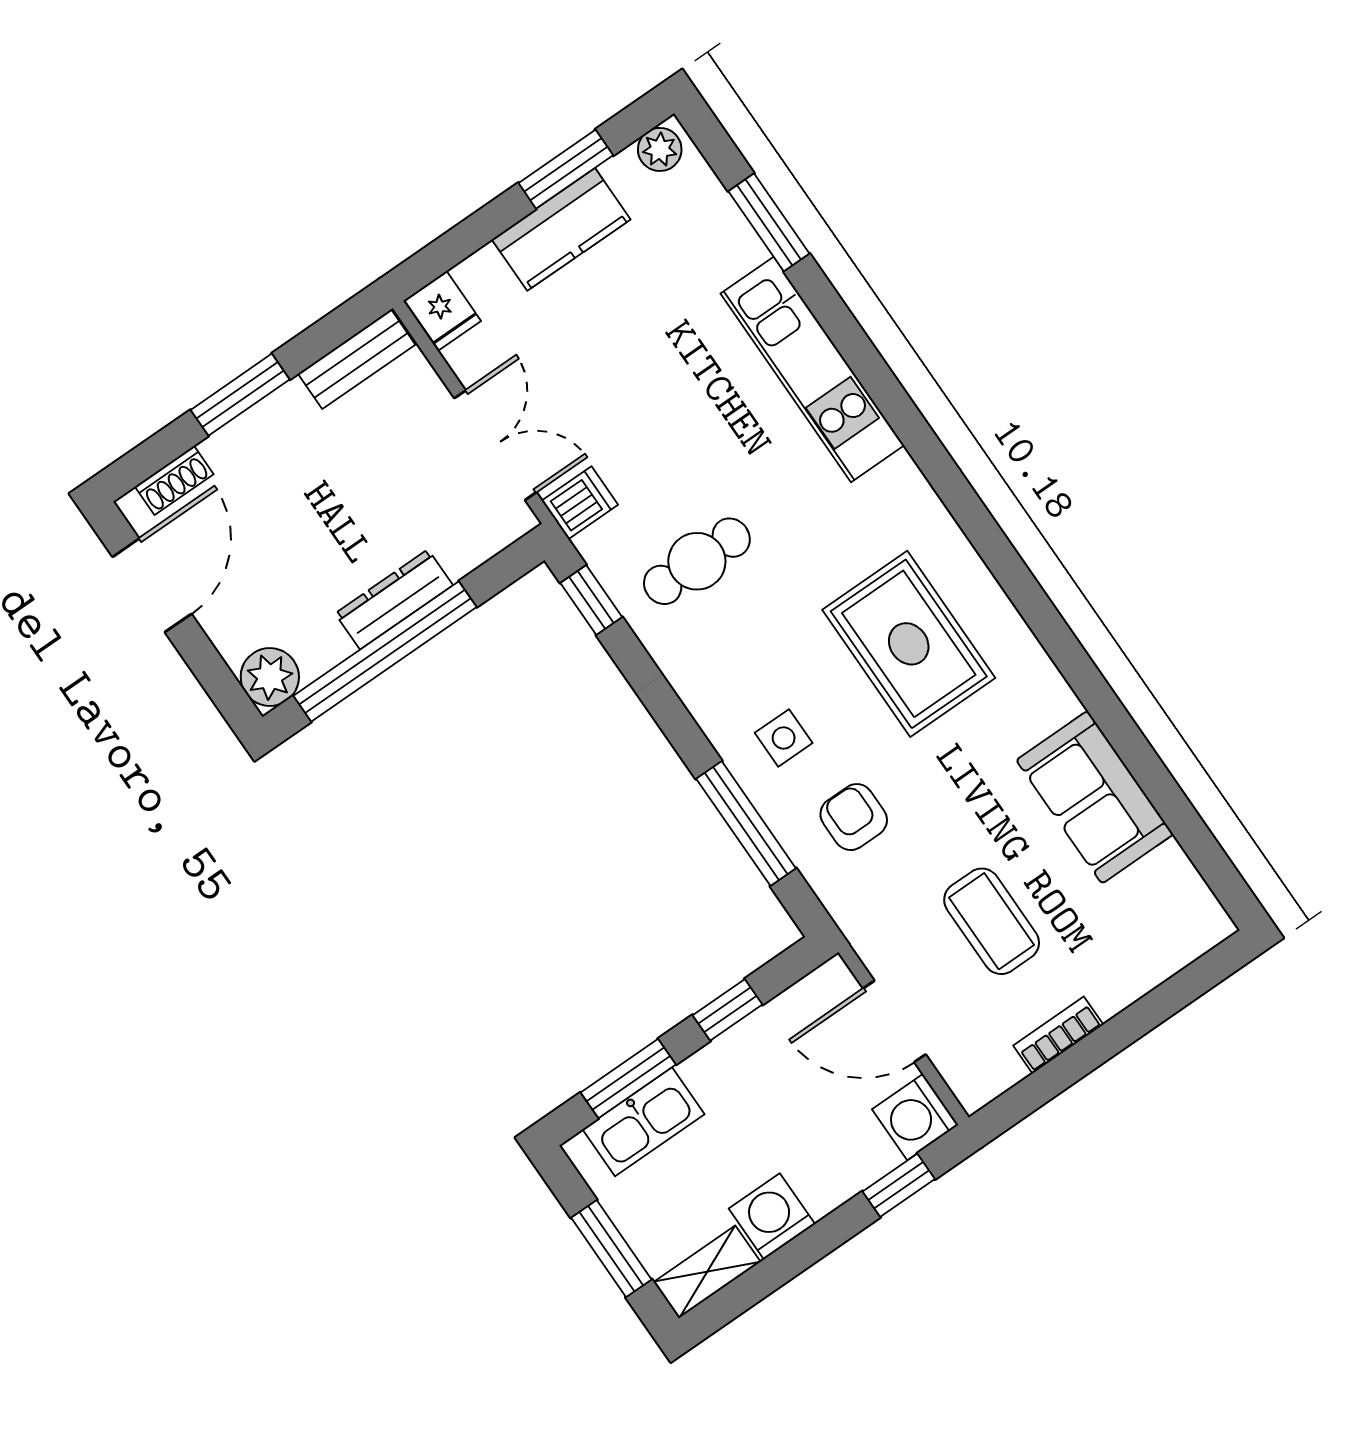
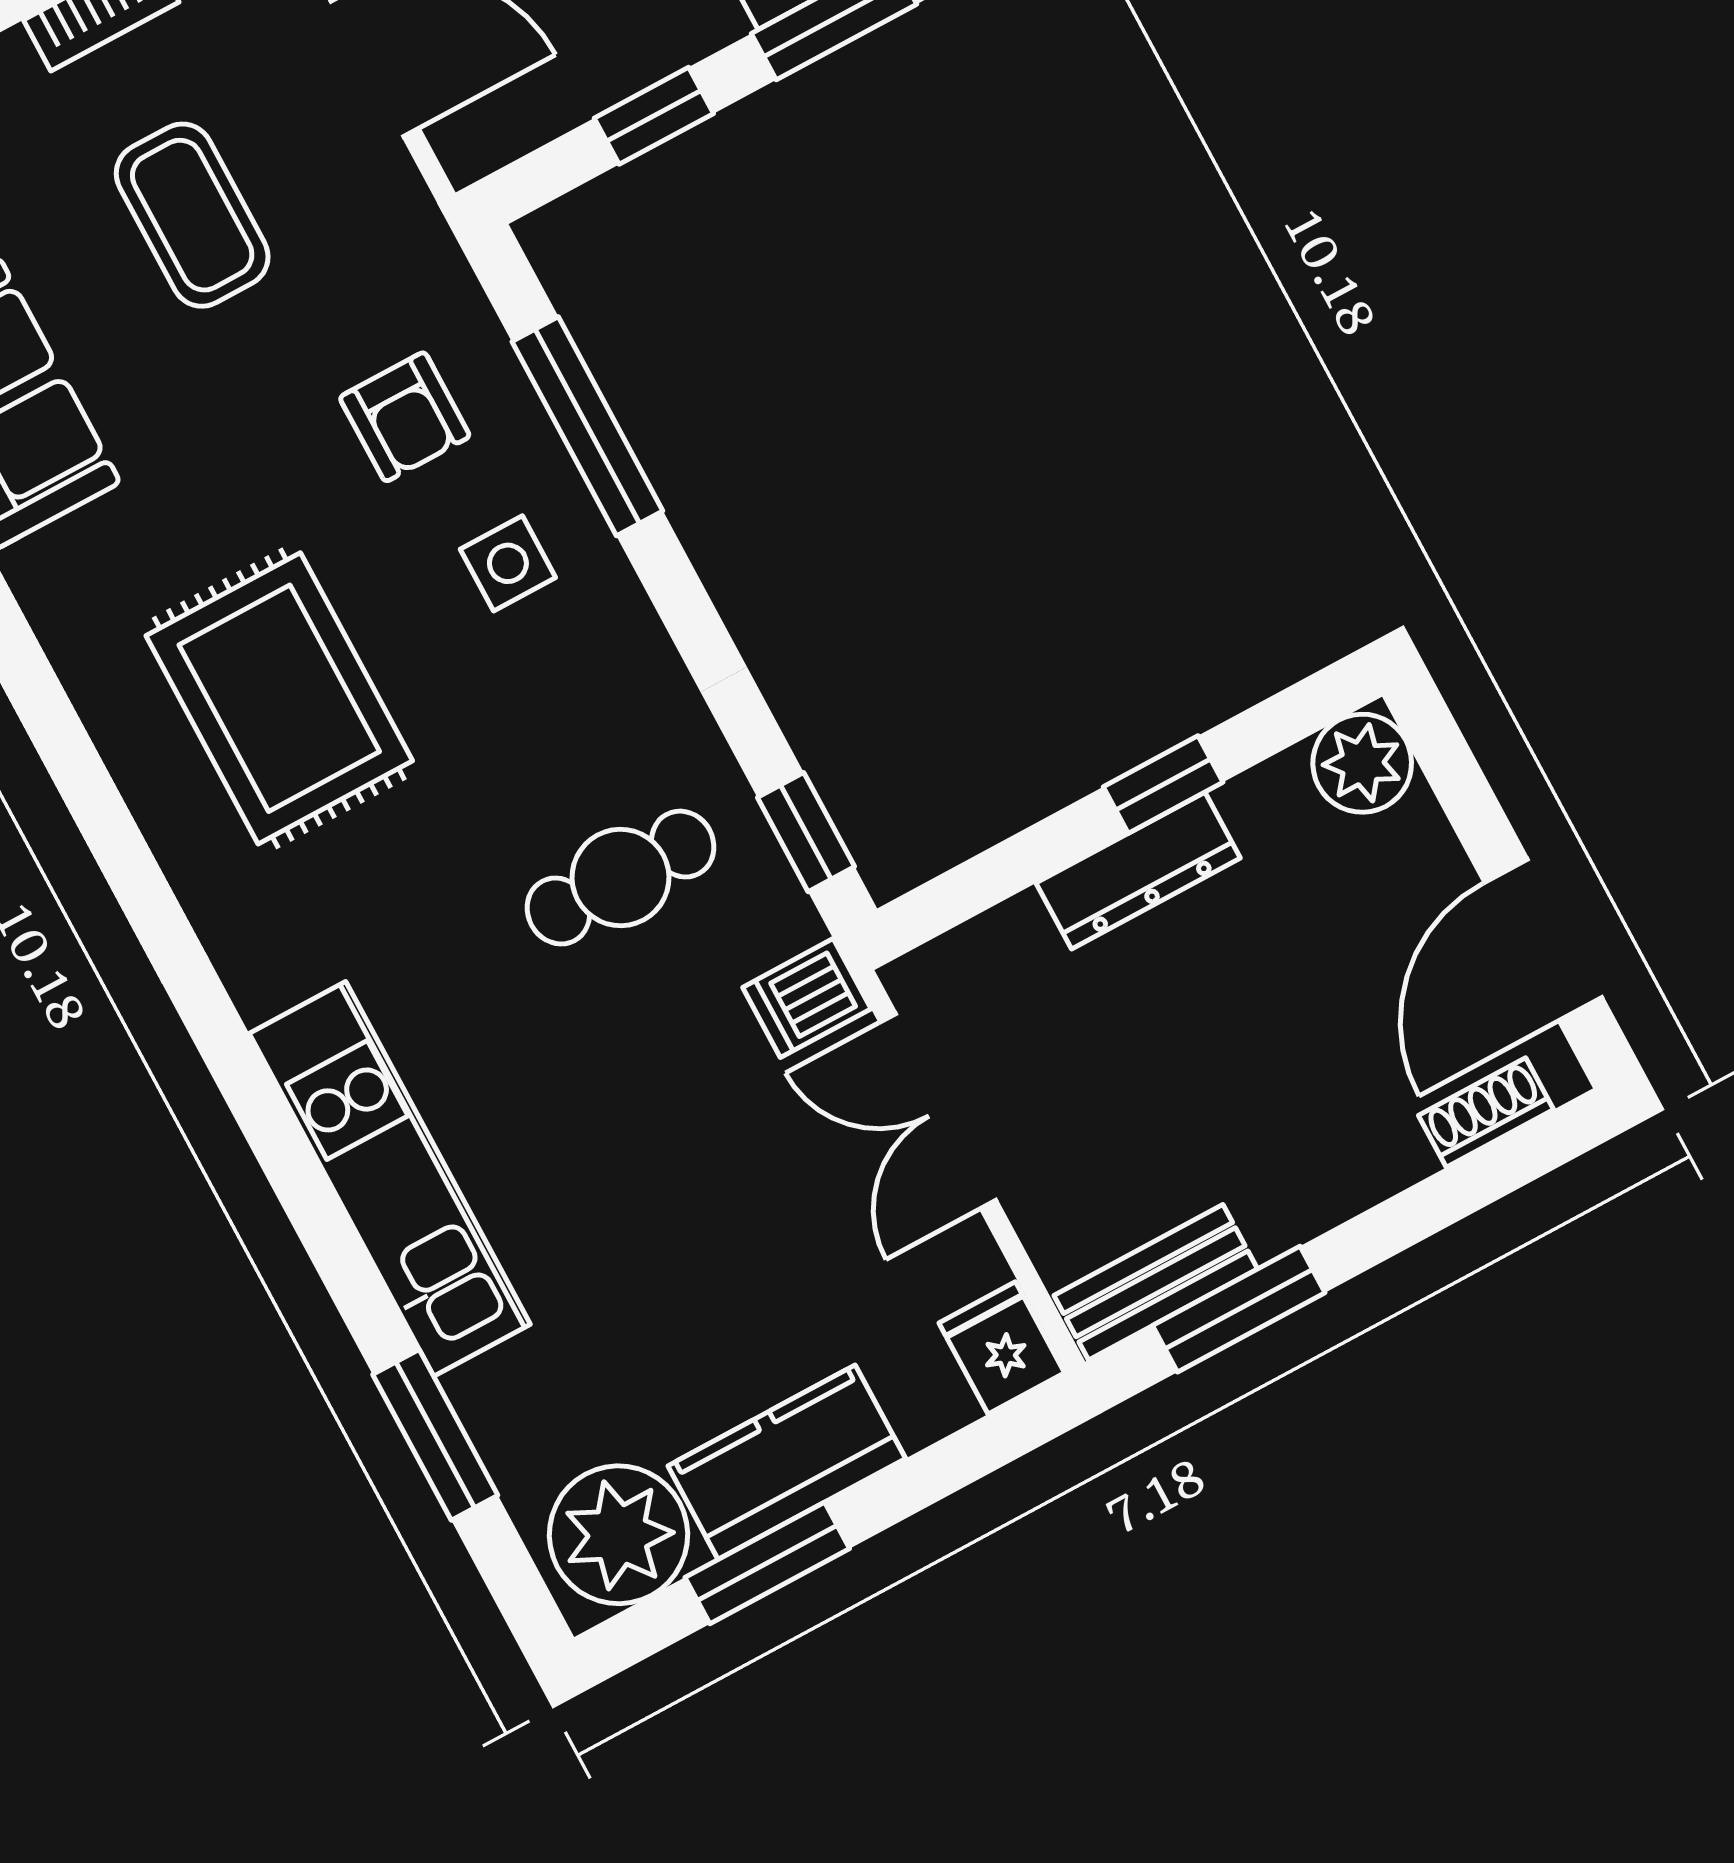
plant: (660, 149) -> (618, 1535), width x1.88, depth x1.88
window: (240, 395) -> (1239, 1309), moved
window: (385, 651) -> (1163, 785), width x0.32

